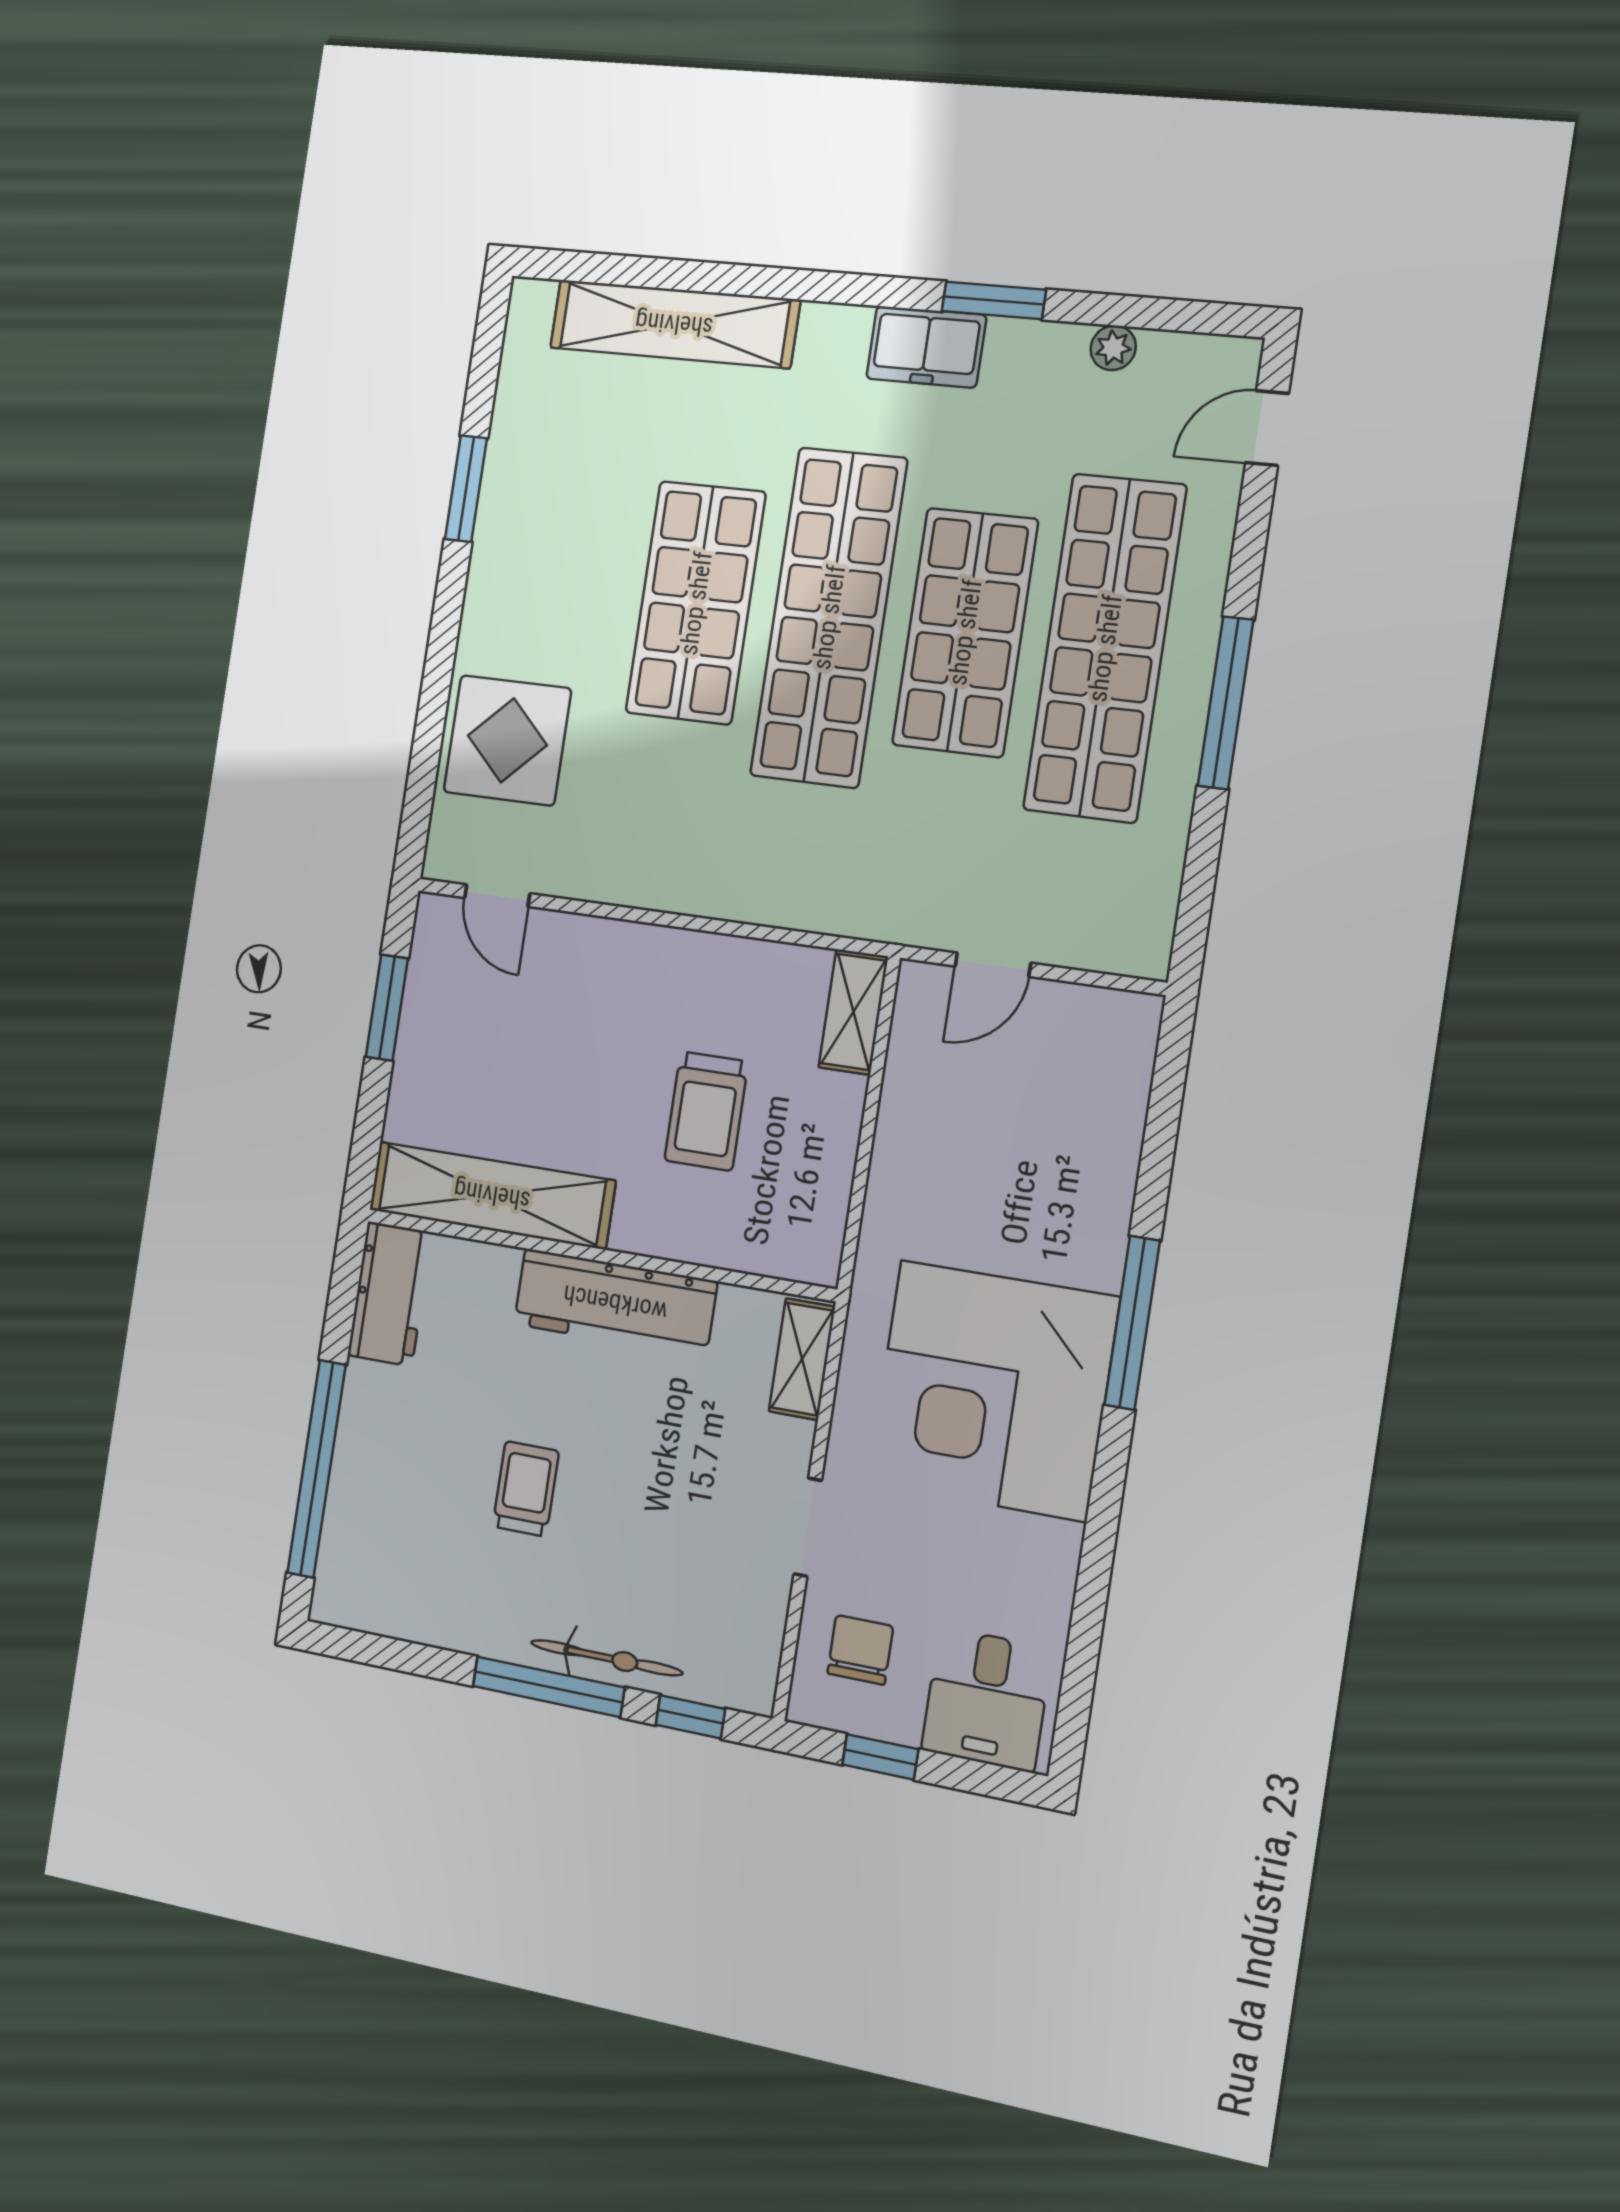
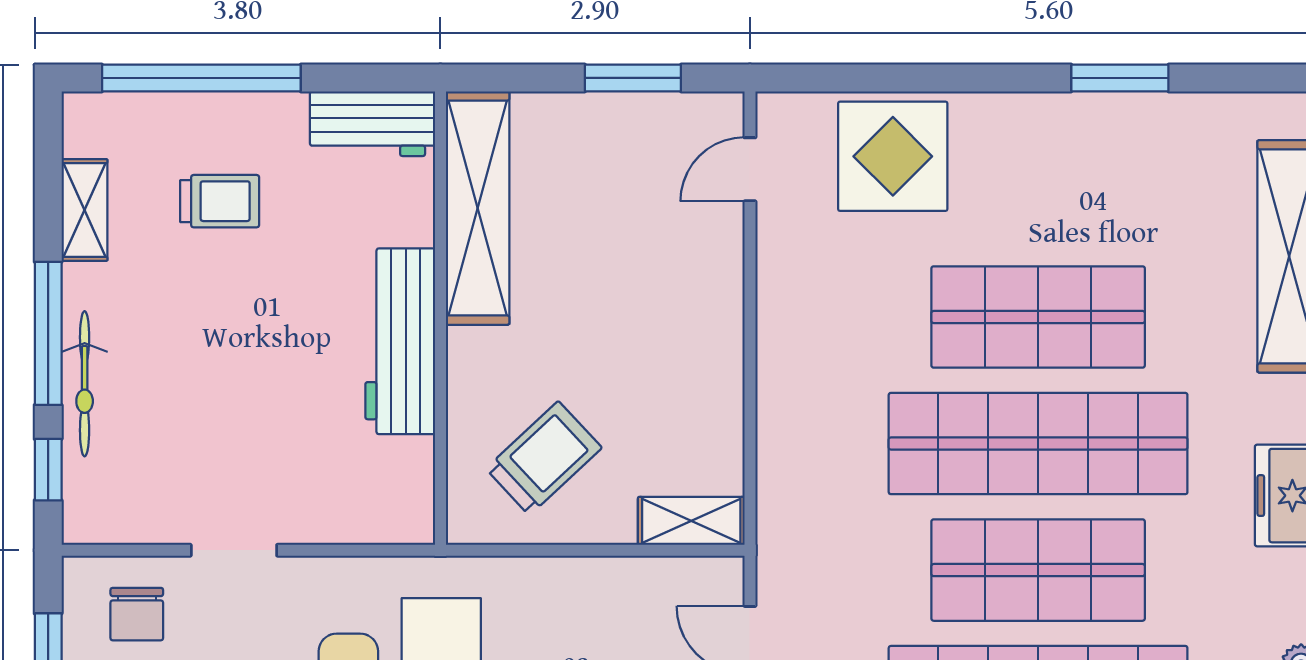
trolley: (706, 1111) -> (544, 458), moved, turned 137
shelving: (802, 1359) -> (84, 210), moved, turned 90
trolley: (526, 1489) -> (220, 201), moved
chair: (860, 1650) -> (137, 614), turned 90

